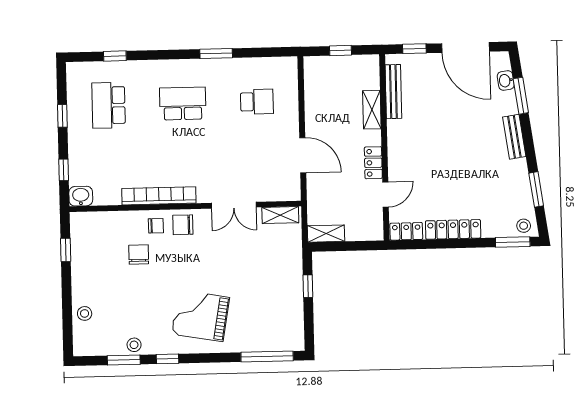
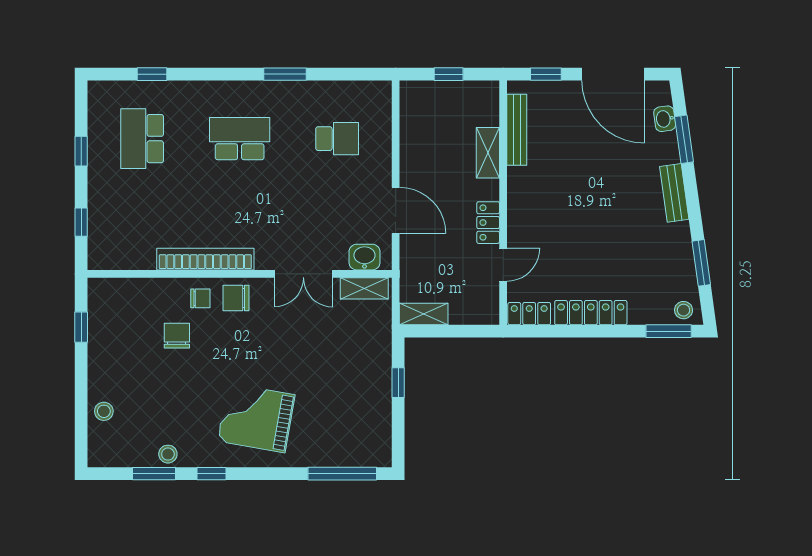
washbasin: (81, 196) -> (364, 257), moved

